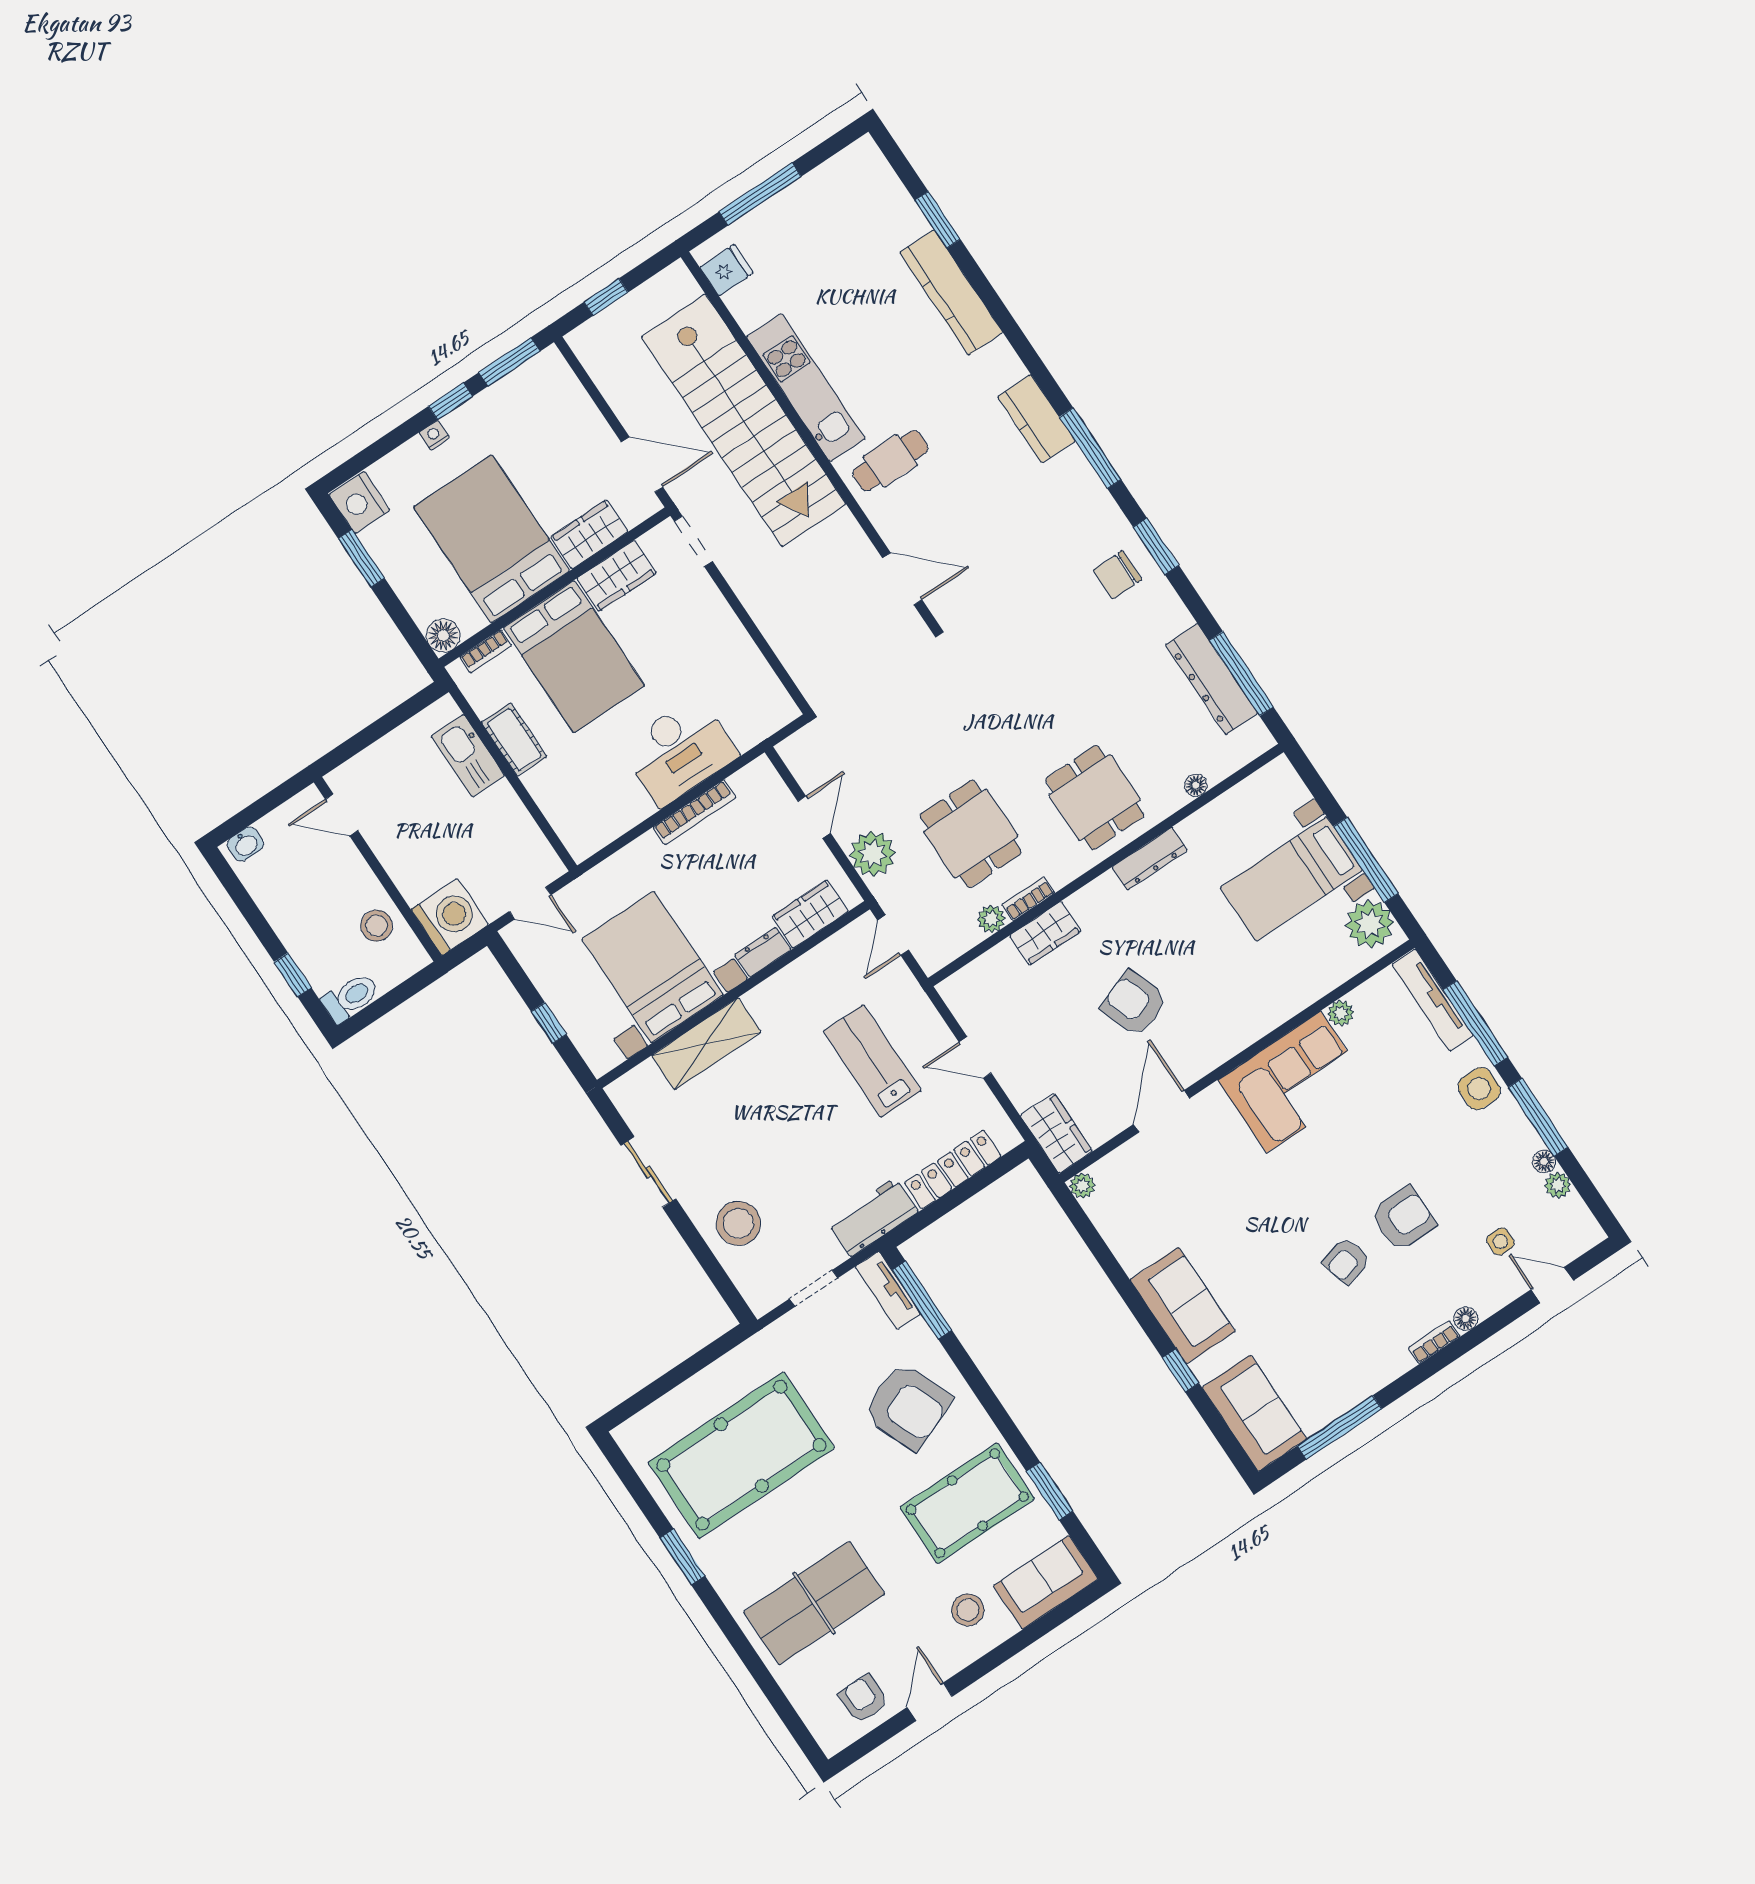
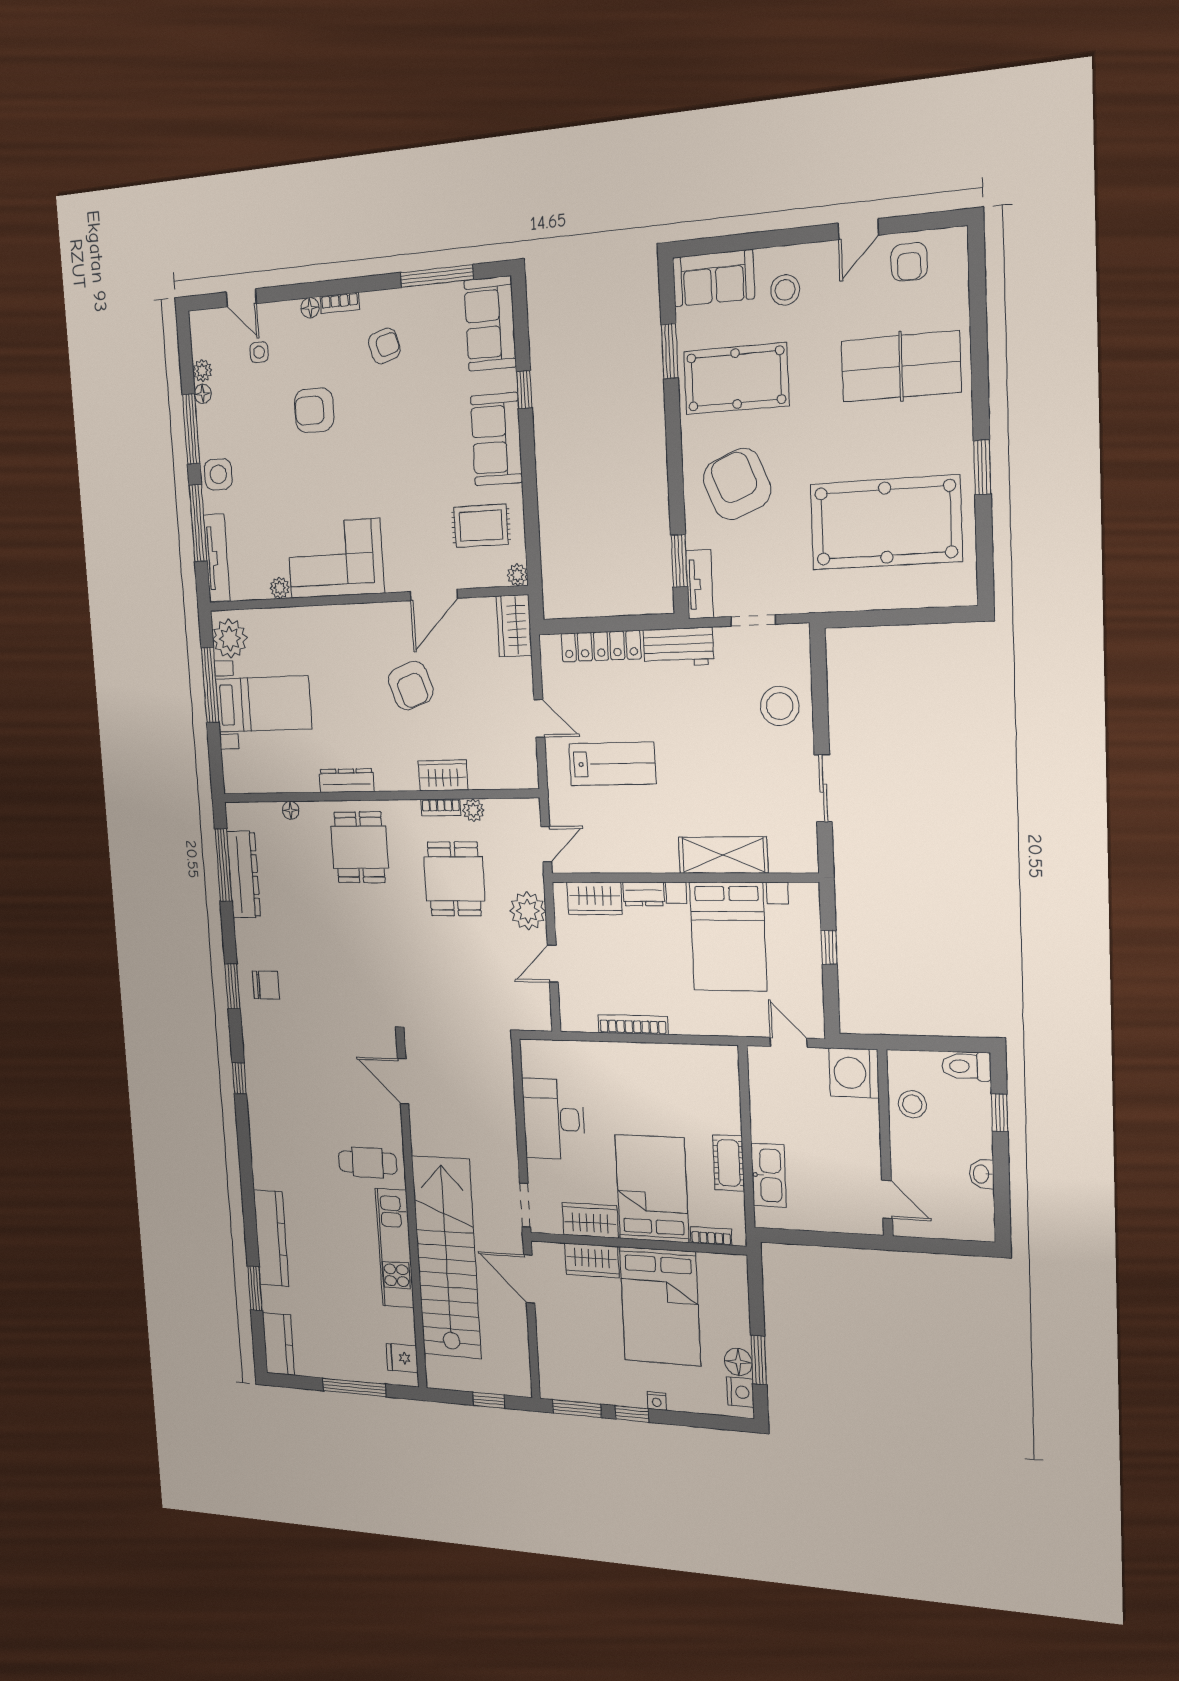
kitchen counter: (1036, 419) -> (278, 1344), moved
window: (1090, 448) -> (239, 1078), width x0.46
nightstand: (359, 502) -> (740, 1392), width x0.74, depth x0.75
floor lamp: (443, 636) -> (738, 1362), moved
desk: (679, 751) -> (554, 1119), moved, turned -90
washbasin: (245, 844) -> (982, 1174), moved, turned -90
lab bench: (872, 1061) -> (612, 764), turned -90
rug: (1150, 1211) -> (481, 526), added
armchair: (1346, 1261) -> (384, 346), moved
window: (922, 1300) -> (679, 561), width x0.69

